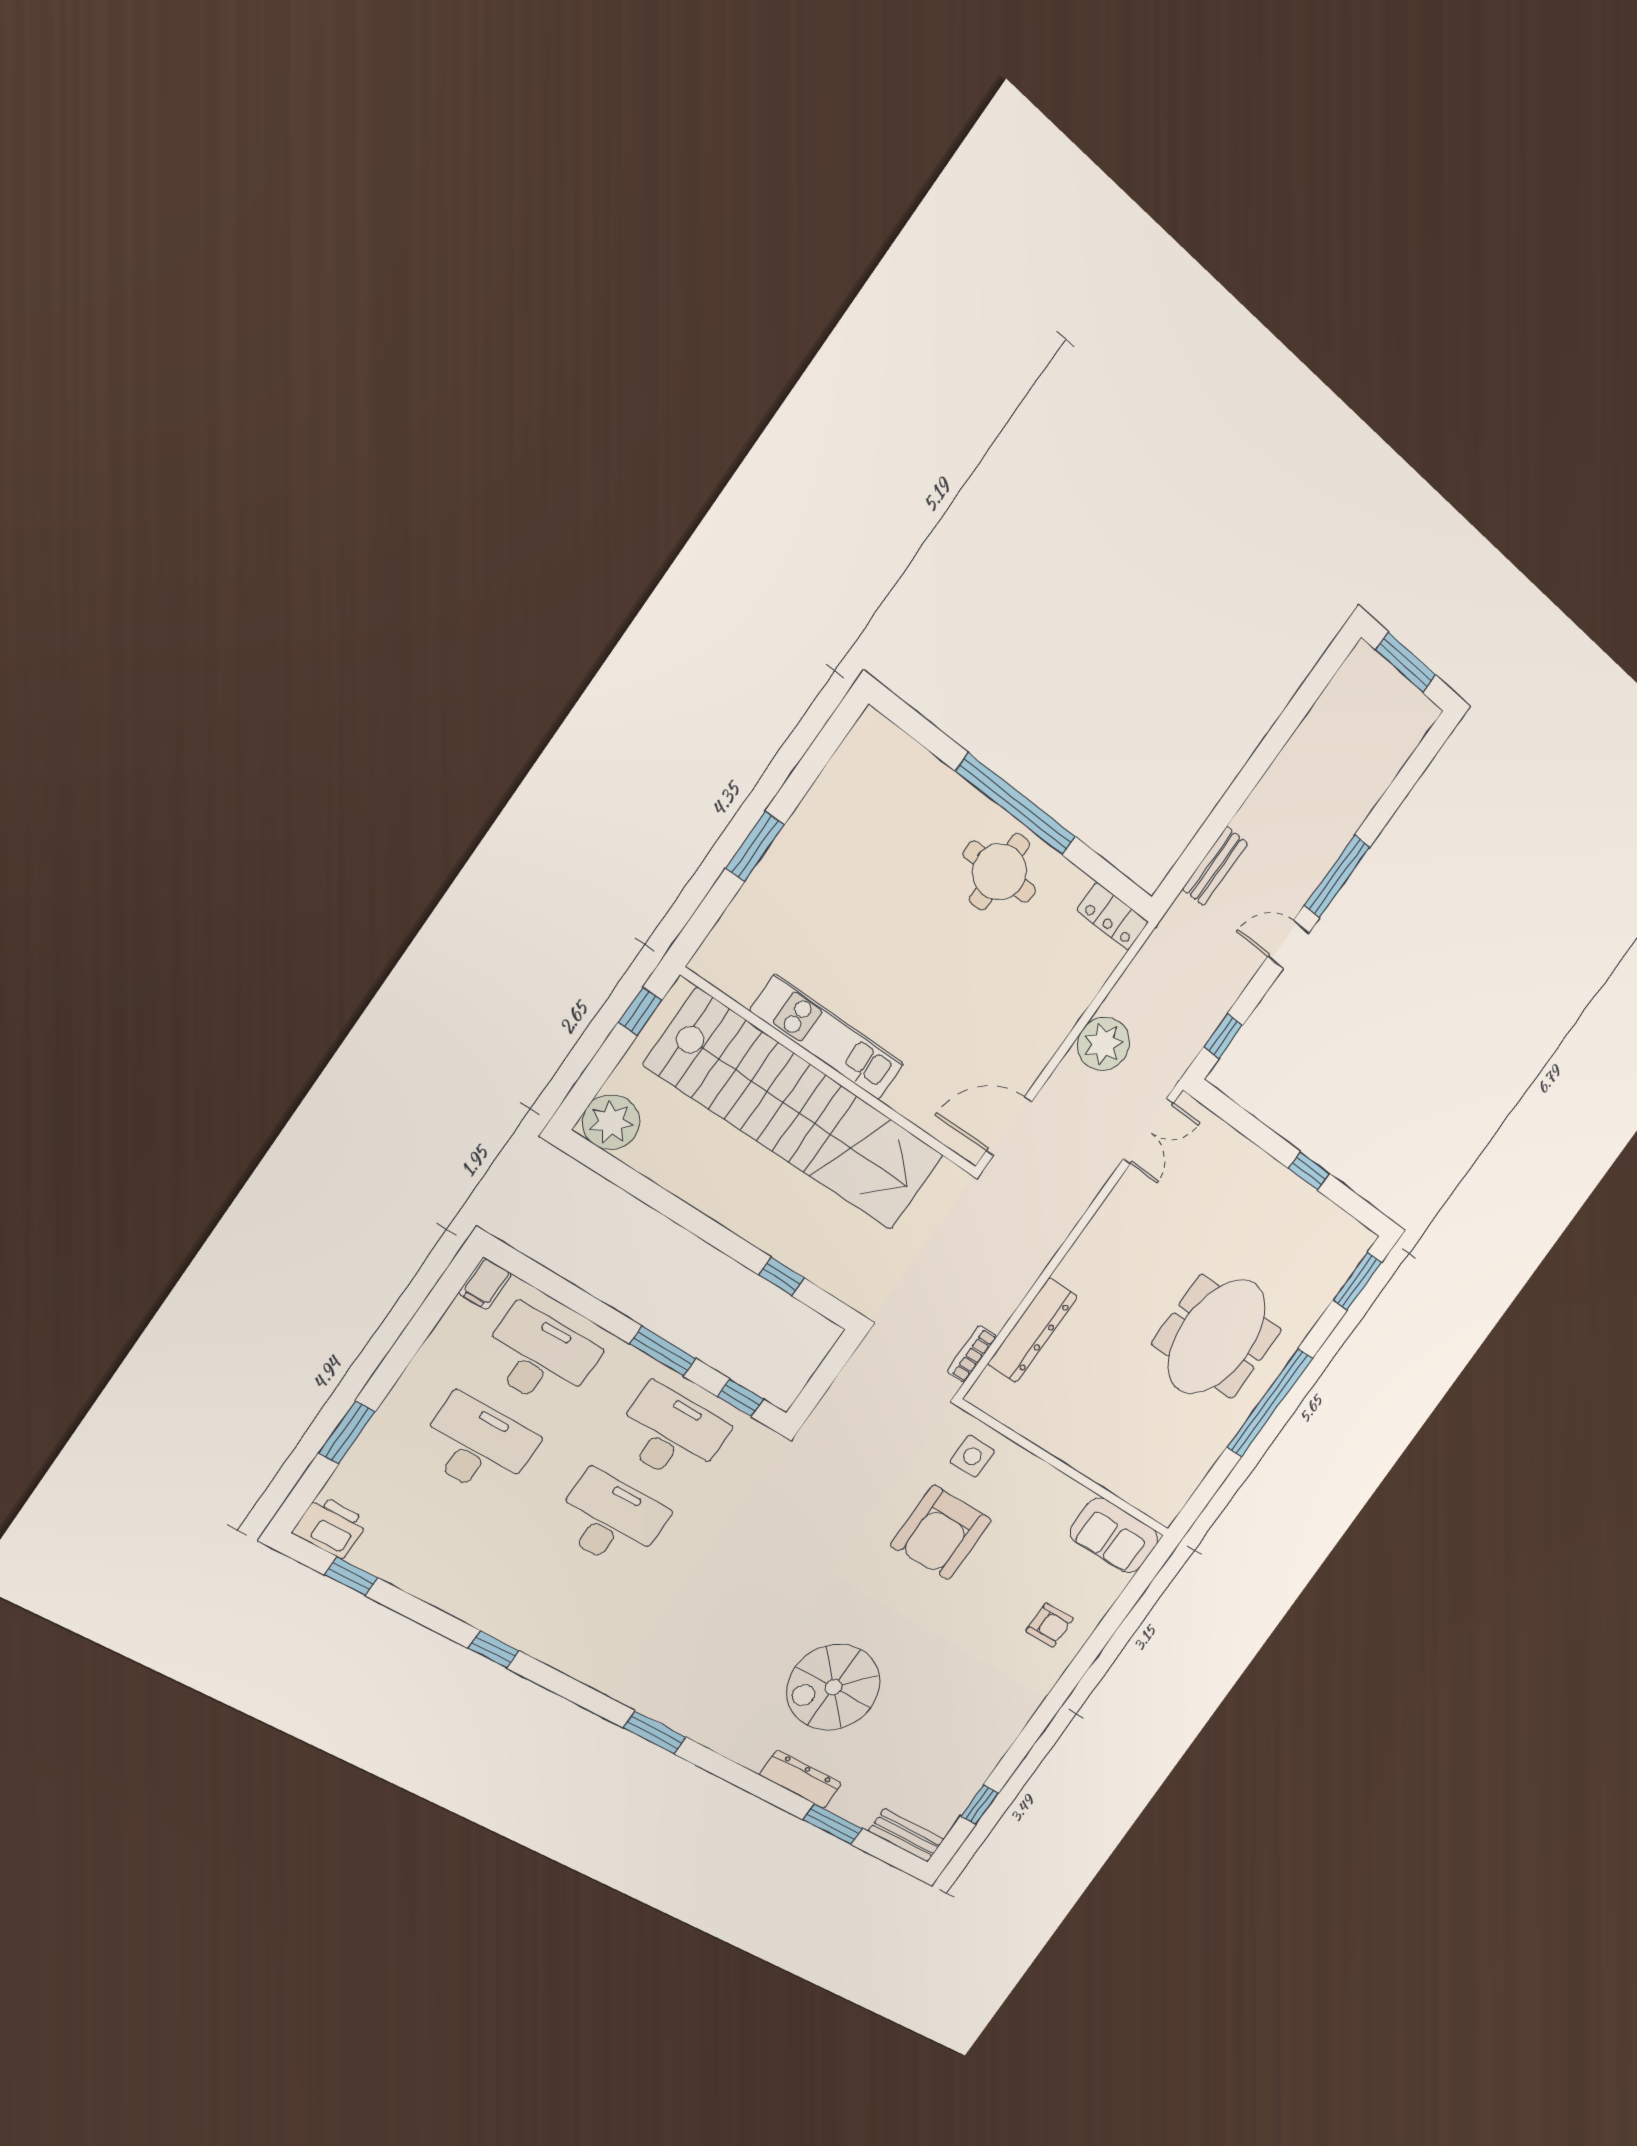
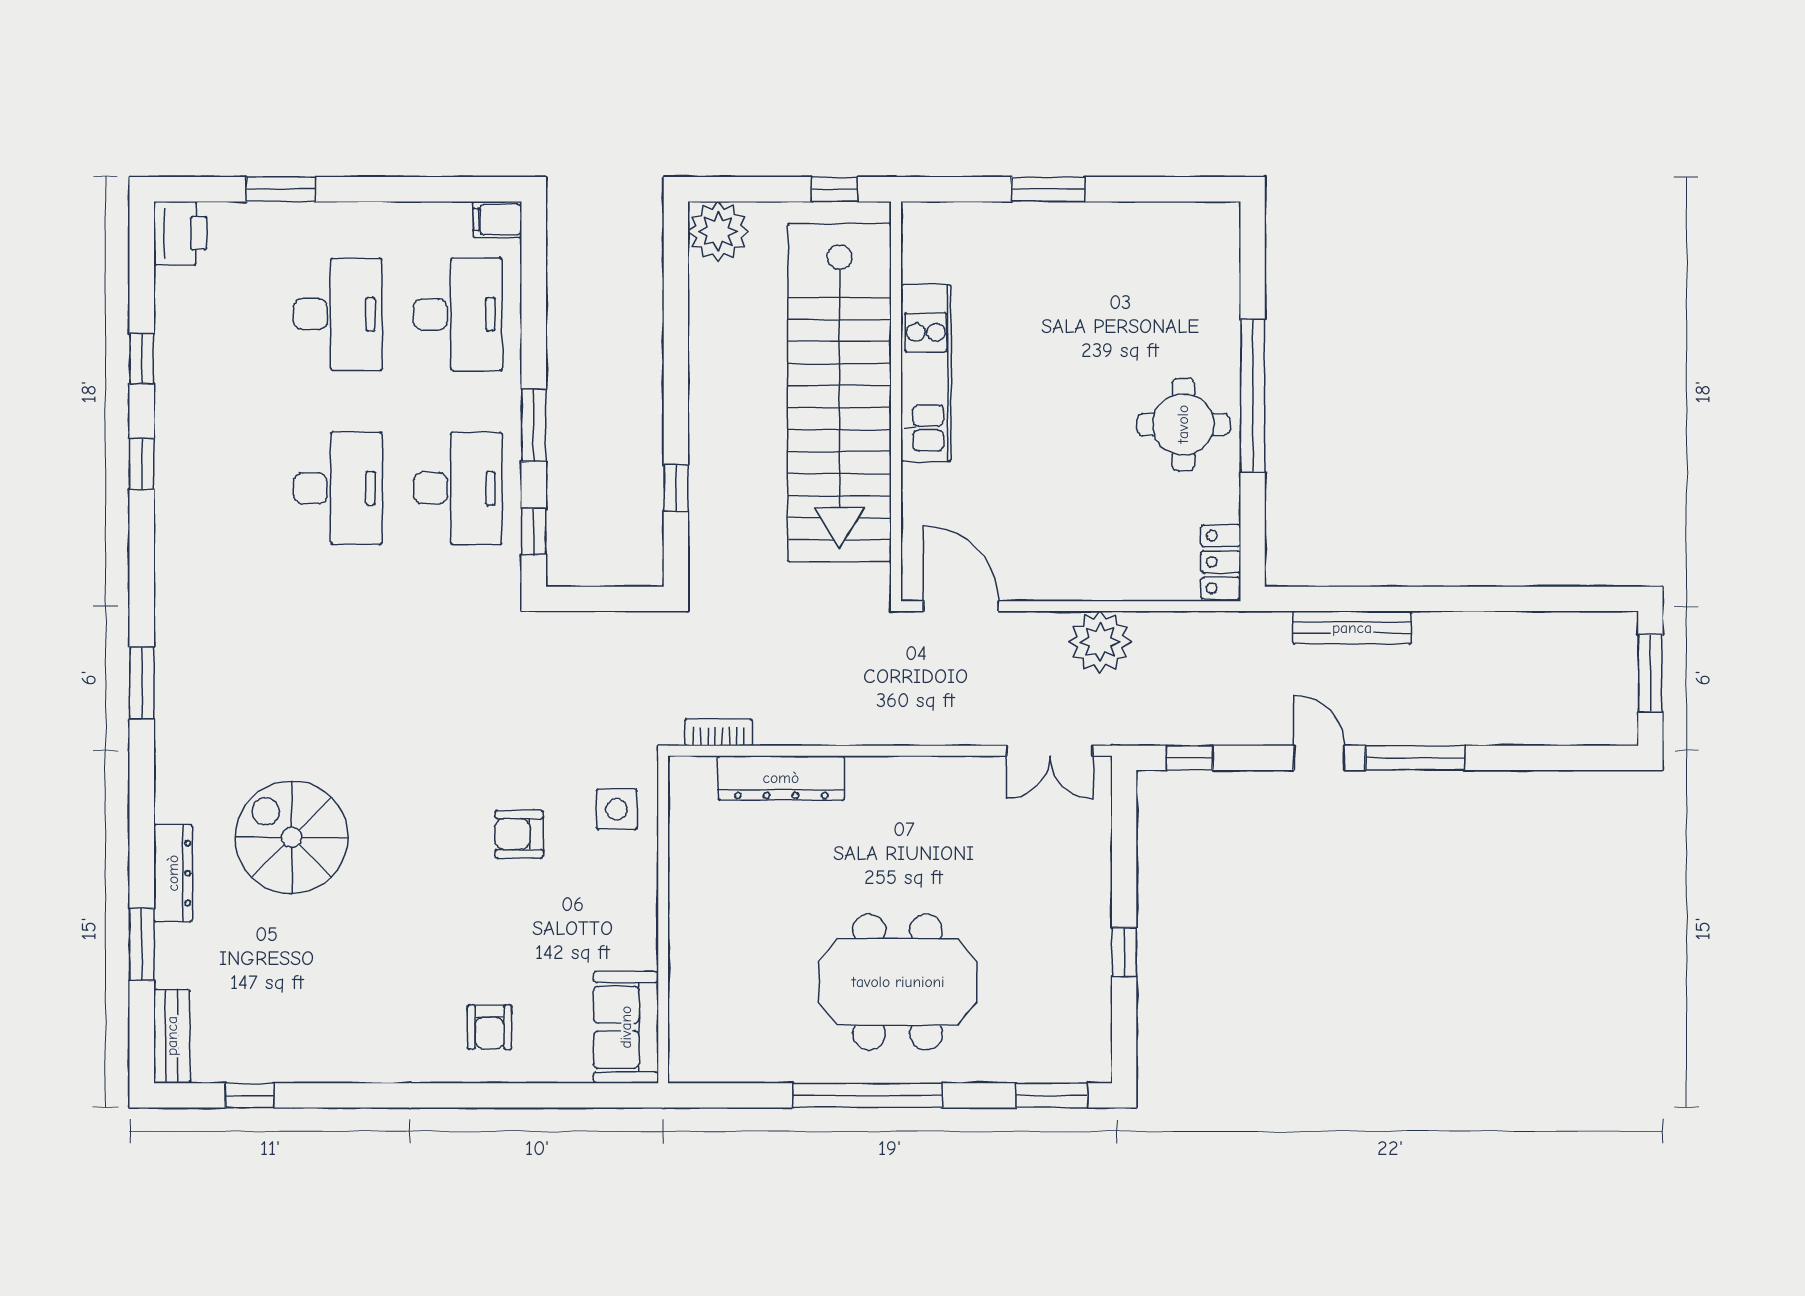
bench: (1215, 866) -> (1352, 628), width x1.36
armchair: (941, 1532) -> (519, 834), width x0.53, depth x0.53
window: (351, 1576) -> (142, 358), moved

